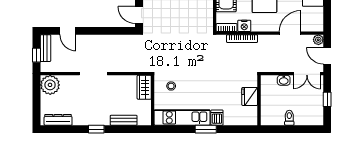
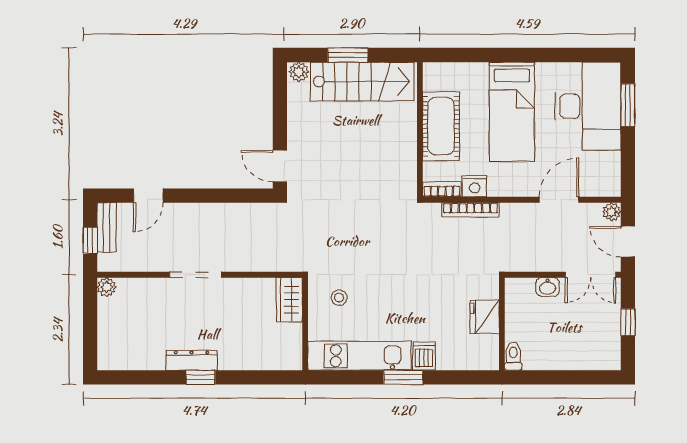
door: (68, 31) -> (148, 196), hinge flipped
plant: (50, 85) -> (107, 287), width x0.53, depth x0.53
toilet: (289, 118) -> (513, 356), moved
dresser: (58, 120) -> (192, 360), moved
bench: (124, 120) -> (251, 361), removed

